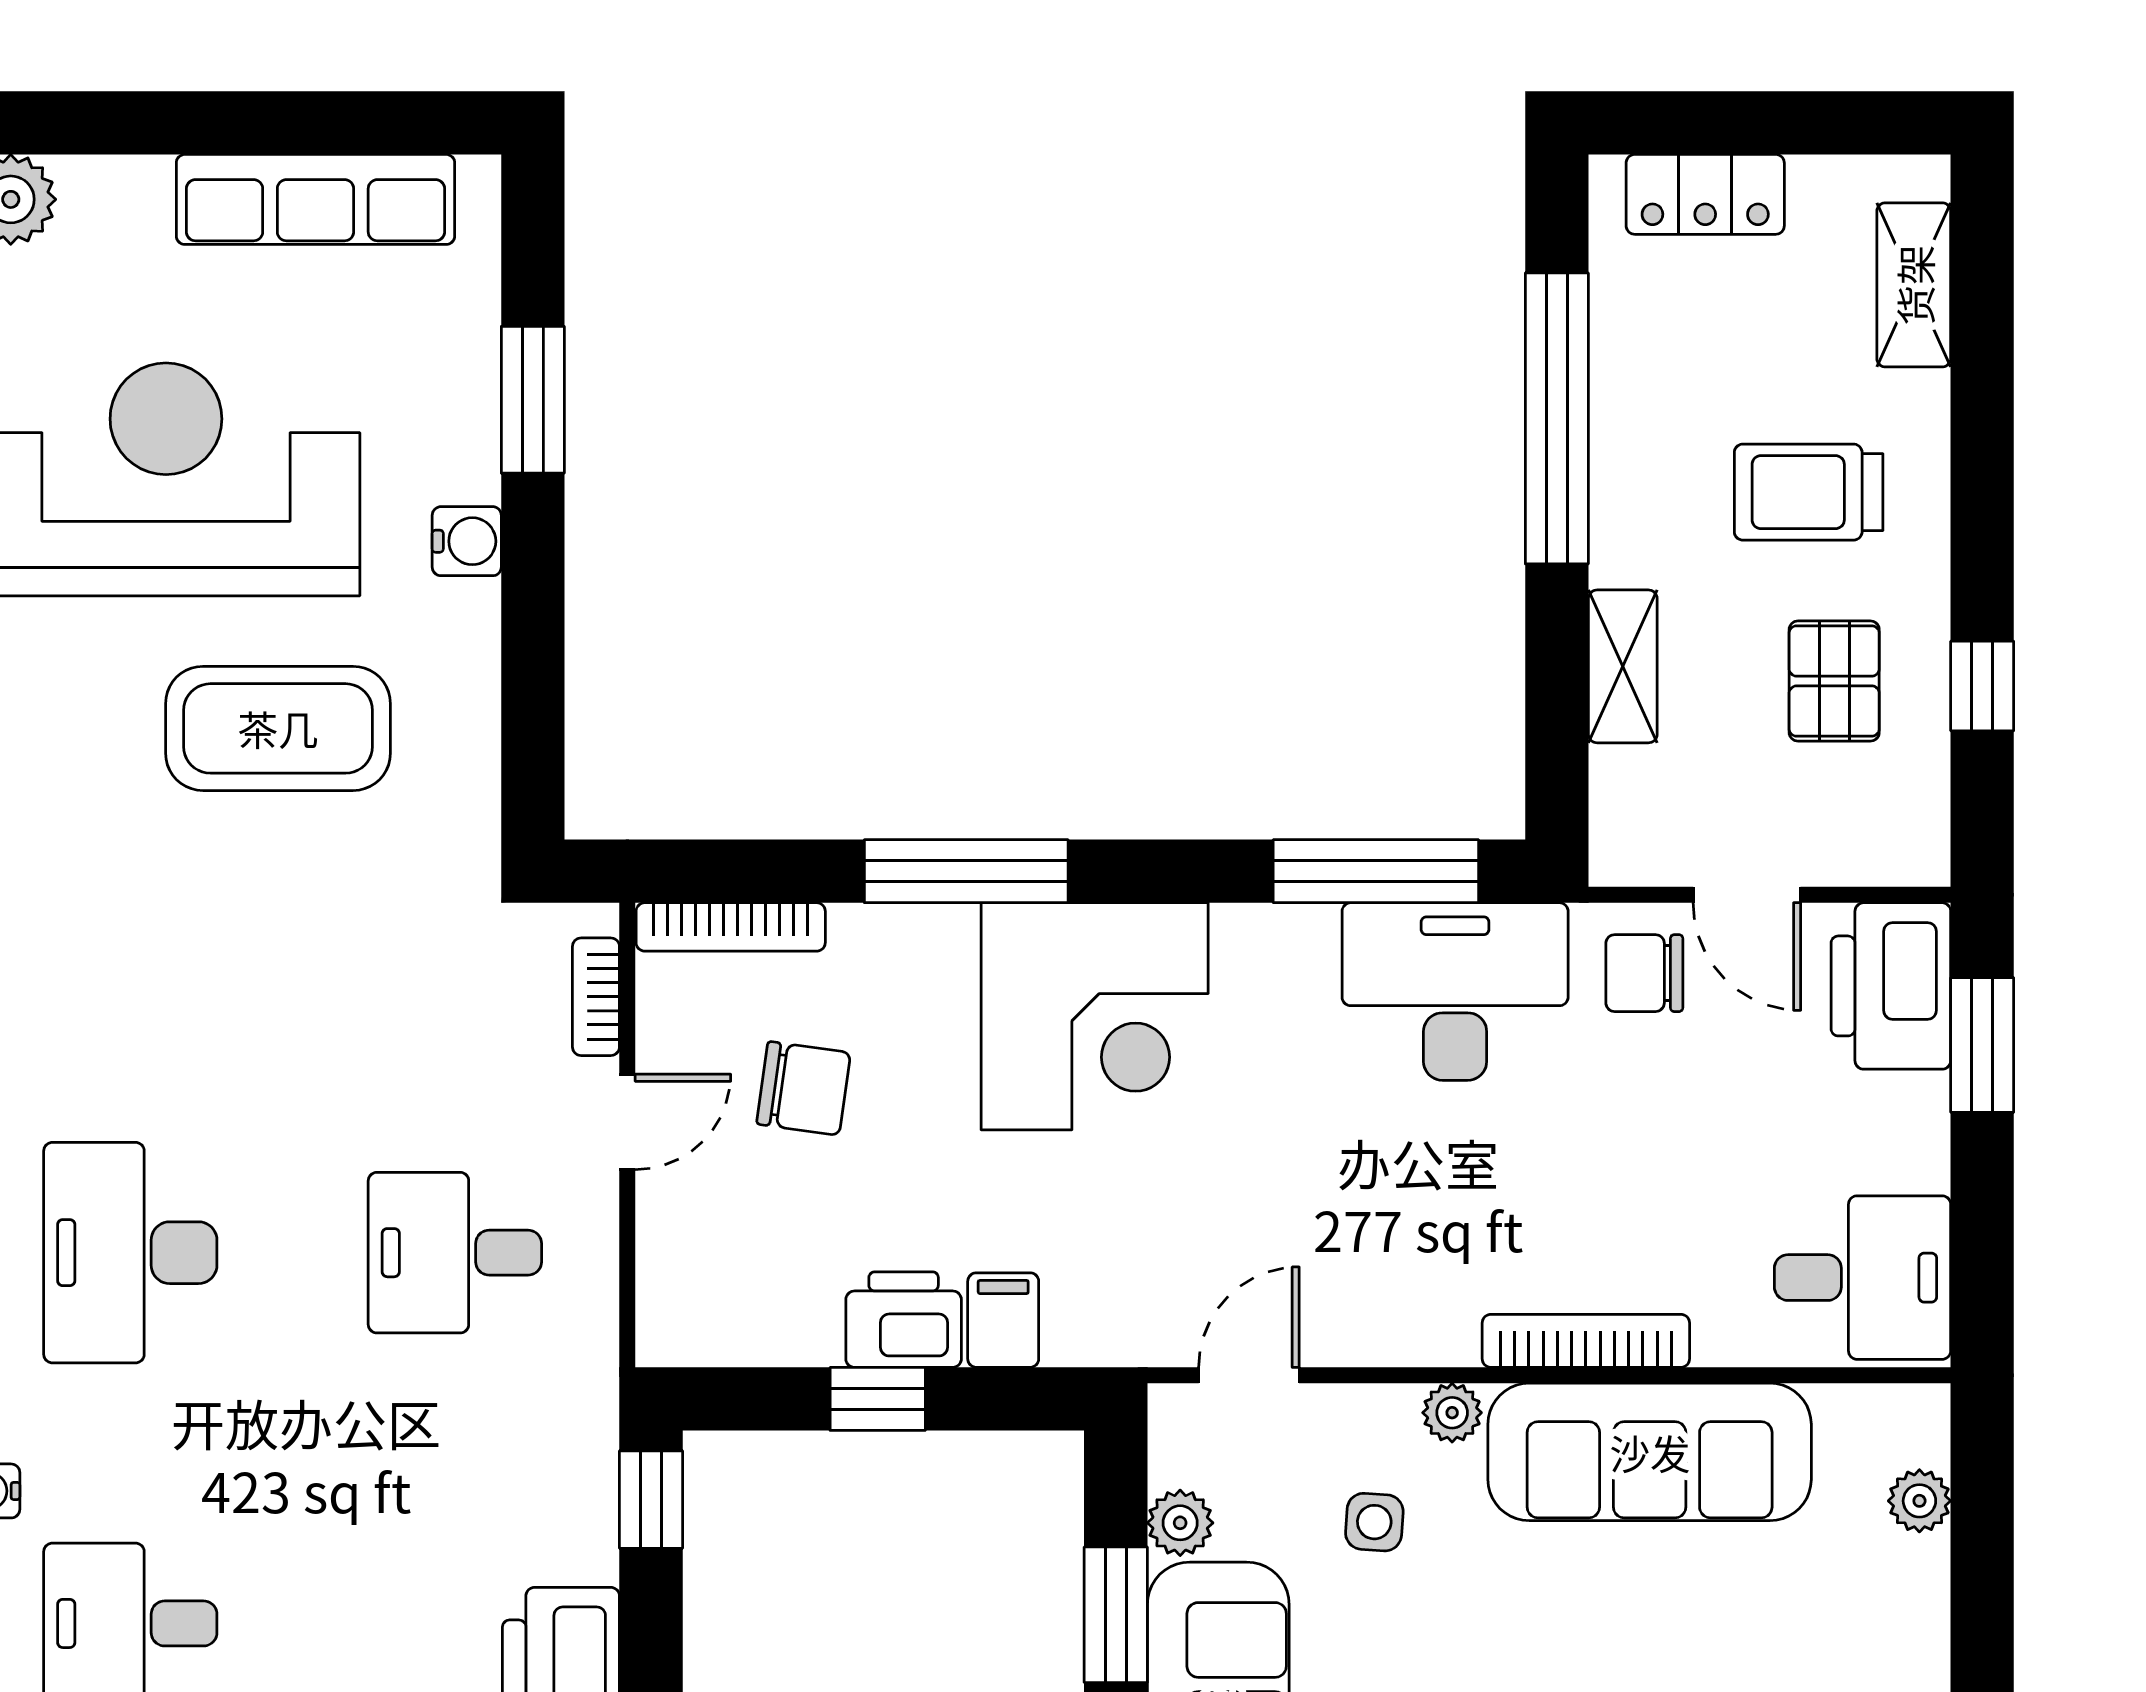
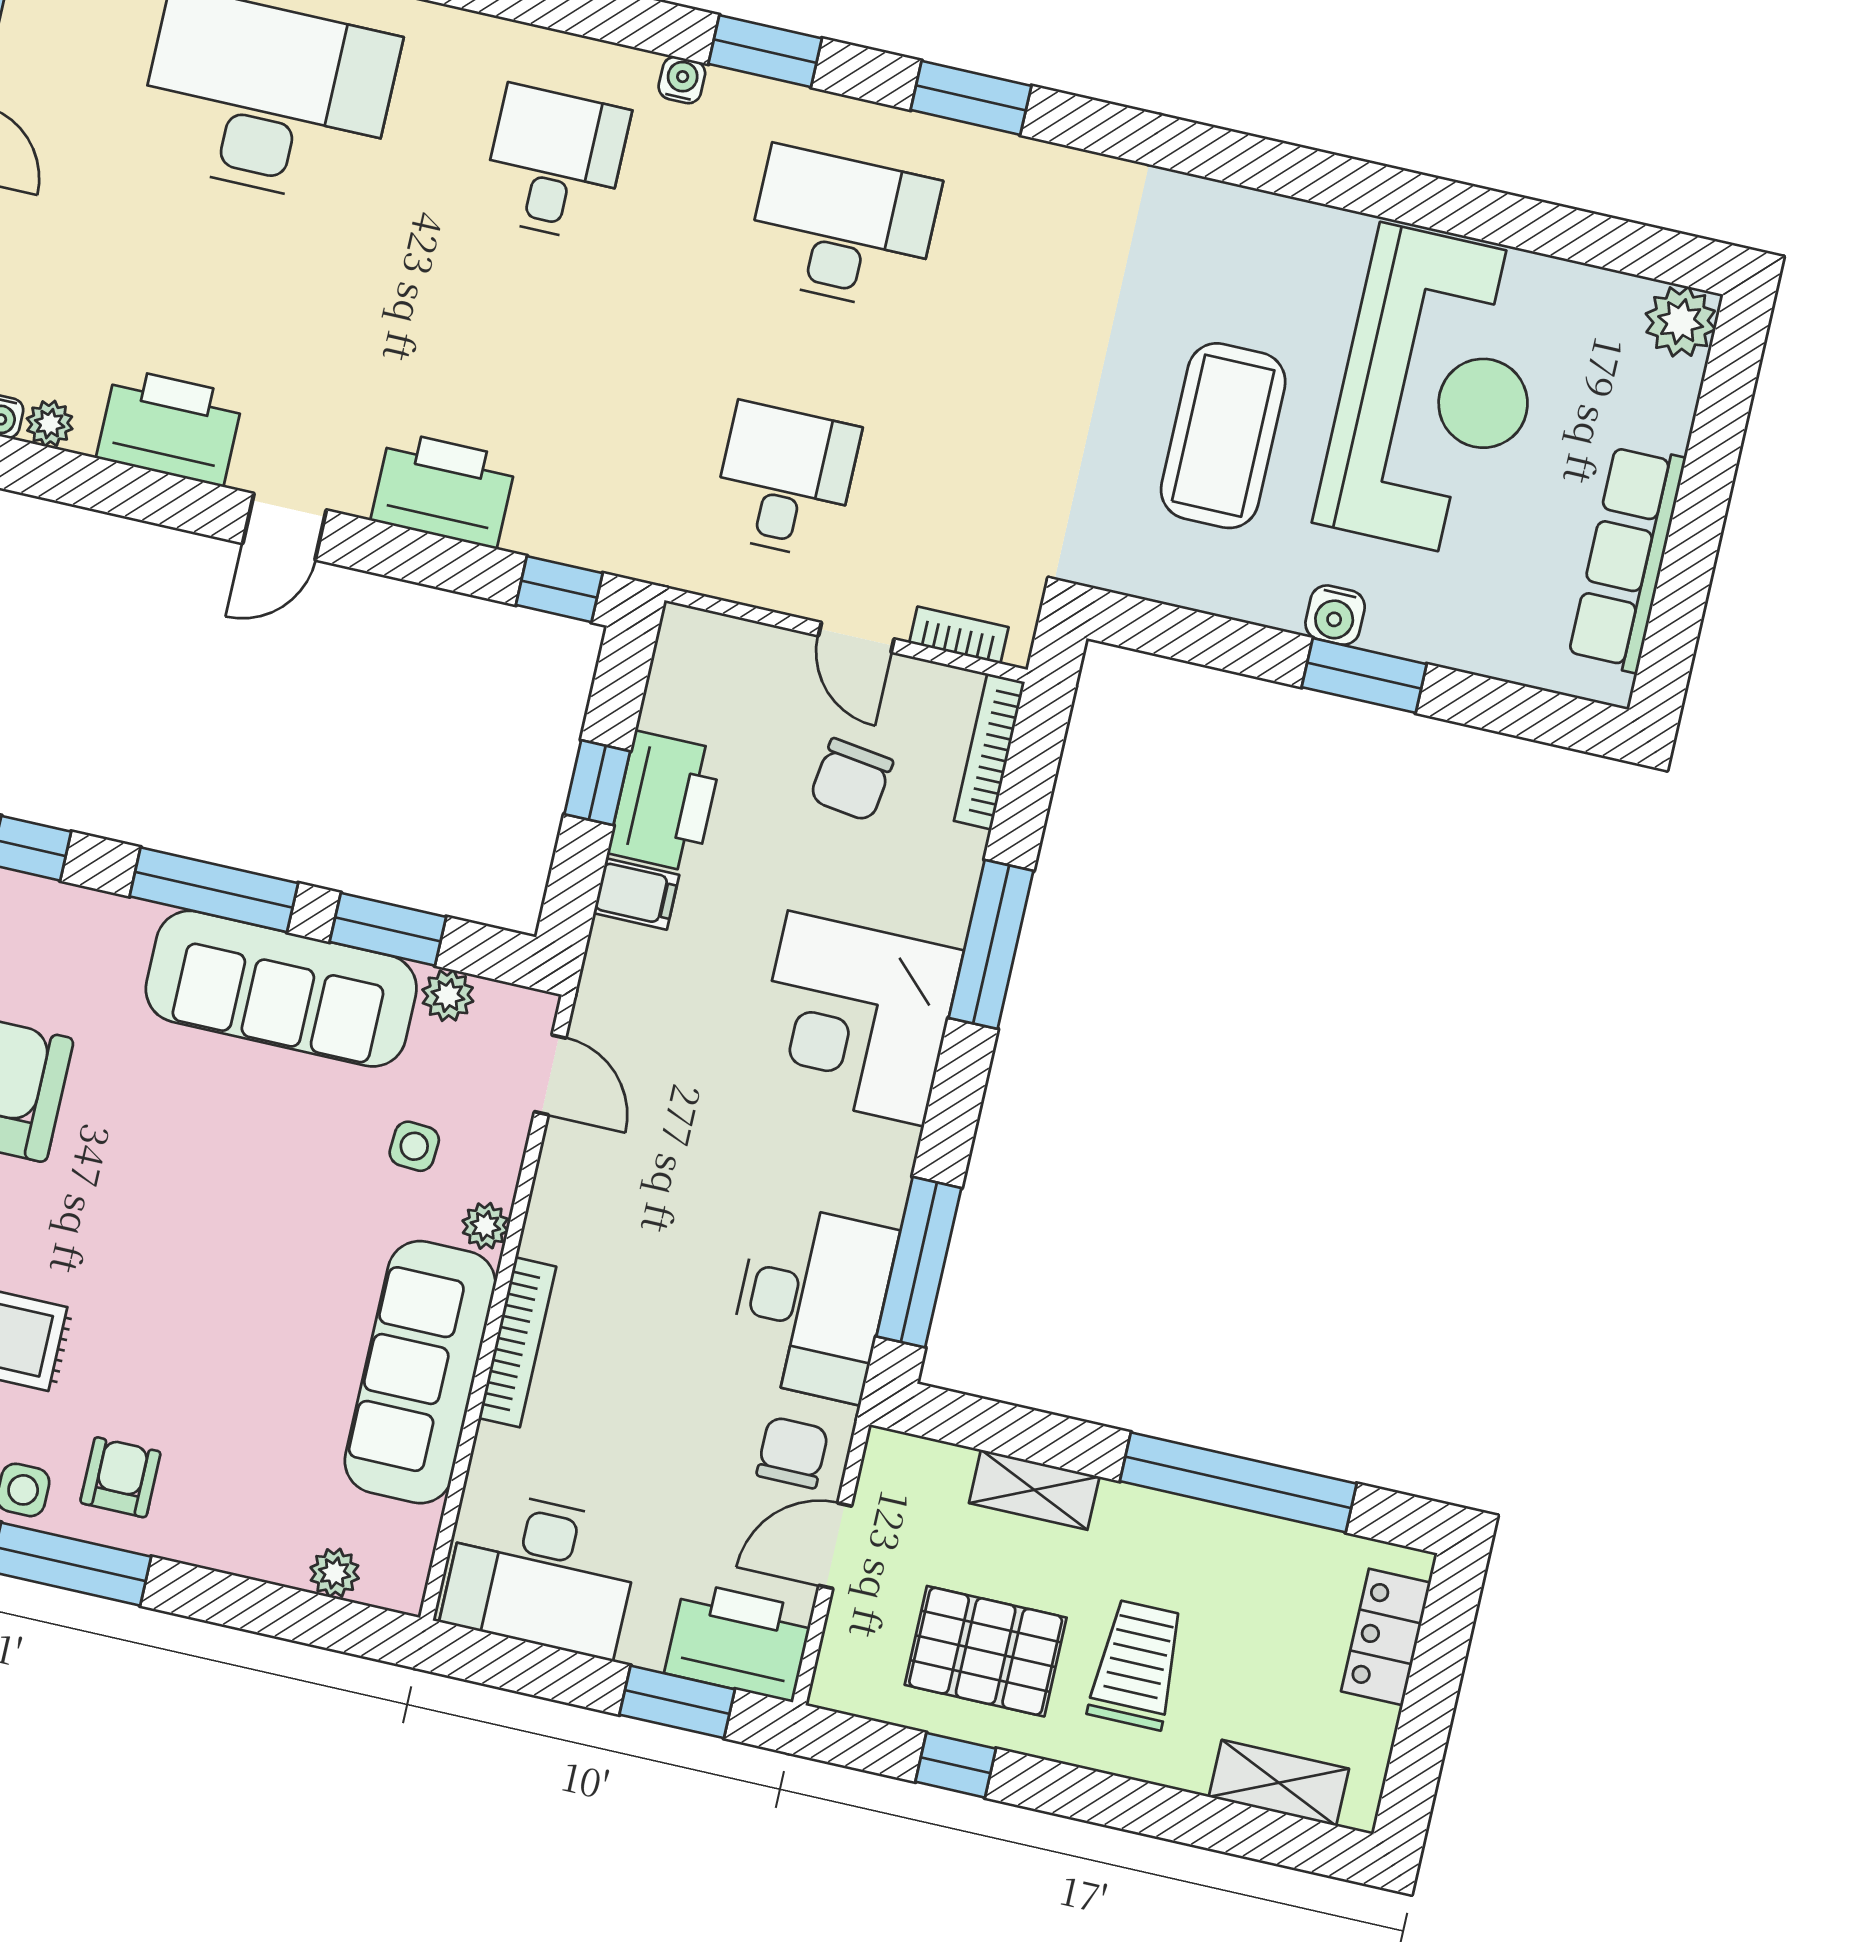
window: (533, 400) -> (1364, 676), moved
pallet: (1834, 681) -> (986, 1651), width x1.50, depth x1.42
desk: (1863, 1278) -> (541, 1573), width x1.37
printer: (904, 1320) -> (665, 802), width x1.37, depth x1.19

